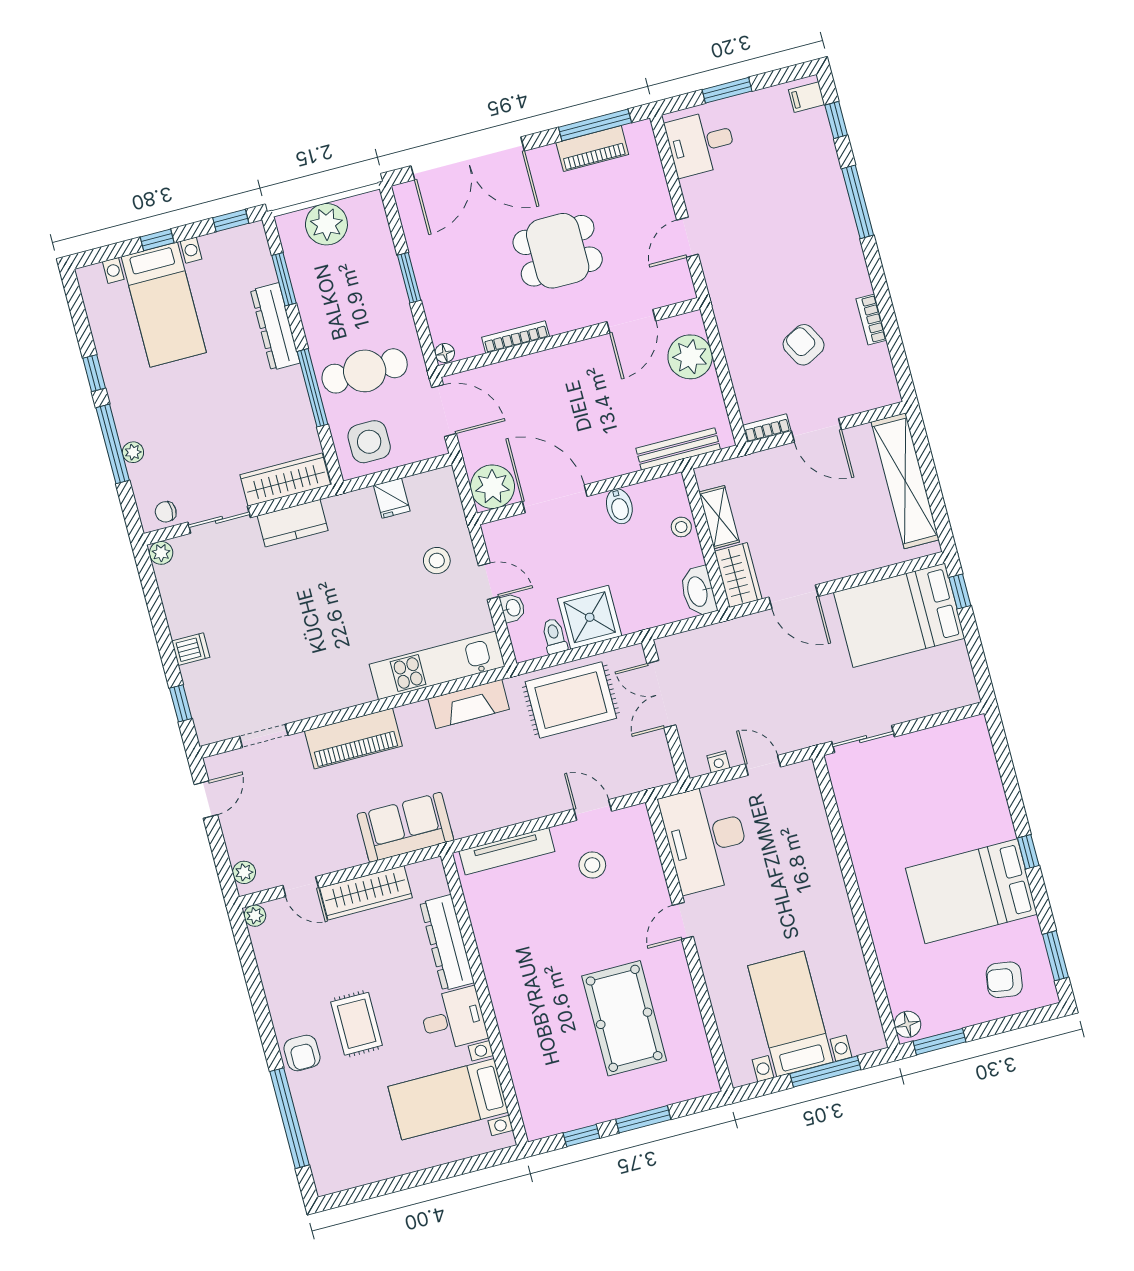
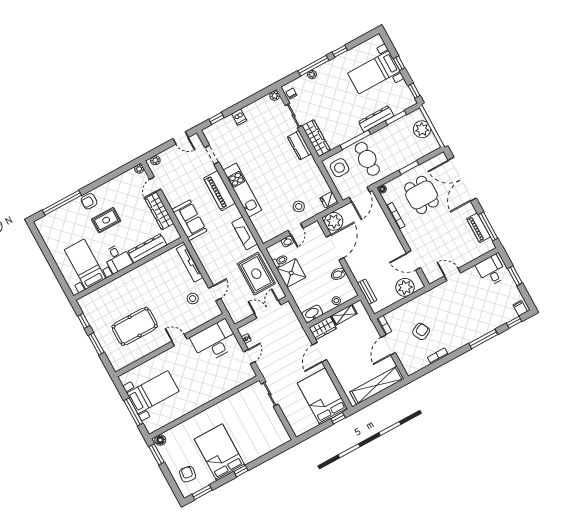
dining table: (558, 251) -> (422, 195), moved
bench: (678, 449) -> (367, 292), width x0.73
fridge: (392, 498) -> (329, 200), moved
kitchen unit: (437, 665) -> (242, 190), moved

